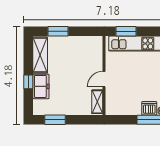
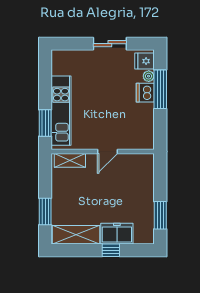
door: (104, 79) -> (107, 152), hinge flipped
shelving: (97, 102) -> (70, 160), moved

